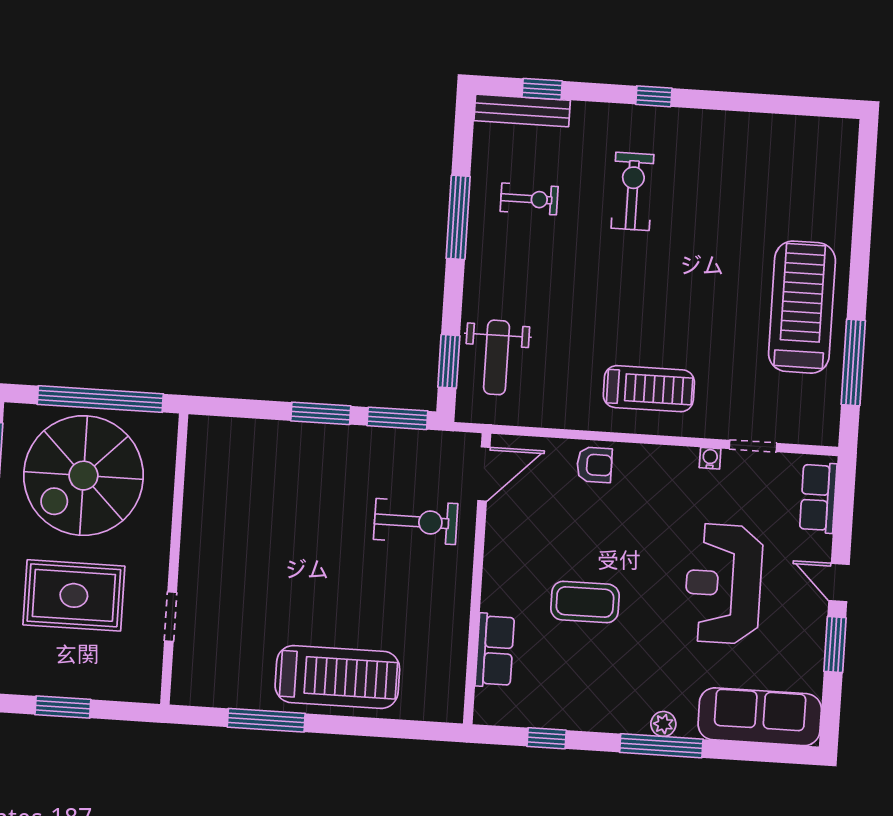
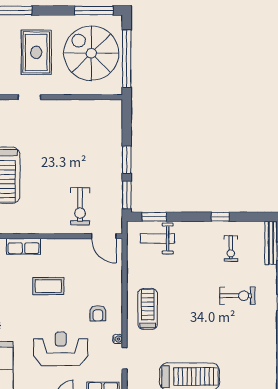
window: (458, 217) -> (220, 217), width x0.46
treadmill: (649, 389) -> (148, 309), turned 180
armchair: (594, 465) -> (98, 313), moved
coffee table: (585, 602) -> (48, 286), turned 90

